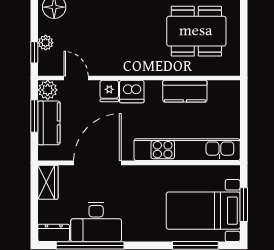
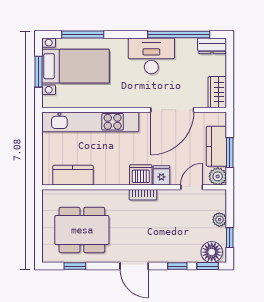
window: (34, 52) -> (230, 238), moved
bookcase: (129, 70) -> (143, 195), added
door: (76, 78) -> (192, 187), swing flipped
kitchen counter: (185, 91) -> (73, 175), moved
desk: (96, 222) -> (151, 56), moved

